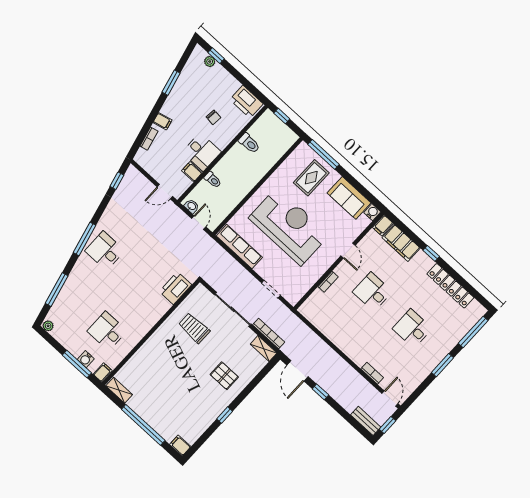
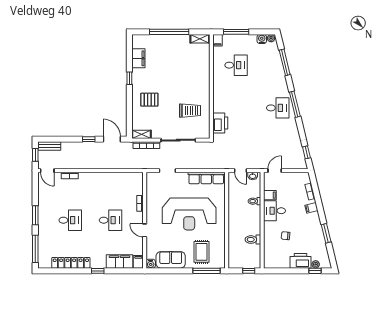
printer: (246, 102) -> (301, 261), moved
water cooler: (86, 359) -> (262, 39), moved
filing cabinet: (180, 446) -> (138, 58), moved, width x2.00

